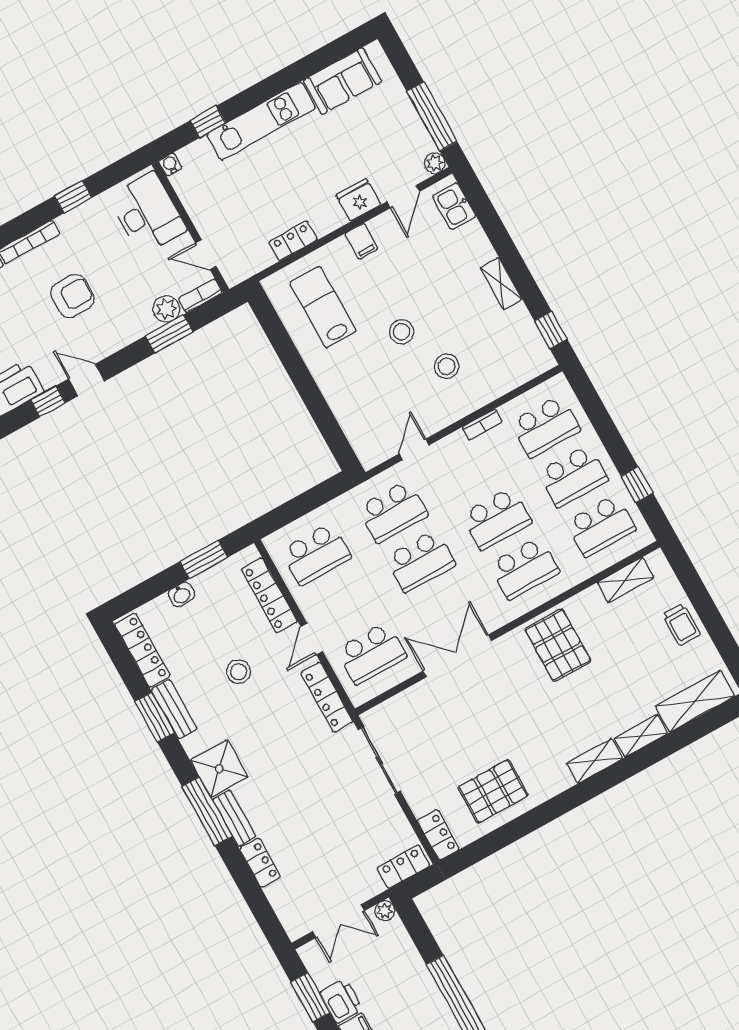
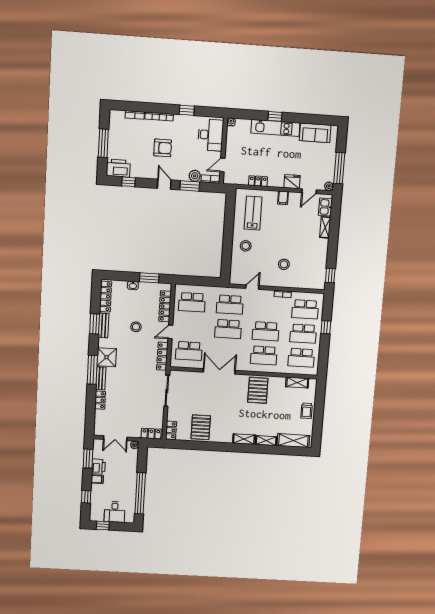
window: (208, 122) -> (275, 116), moved
door: (206, 255) -> (222, 165), hinge flipped
shelving: (501, 284) -> (325, 227), moved
stool: (402, 332) -> (246, 246), moved
door: (86, 380) -> (164, 184), moved
window: (637, 485) -> (326, 327), moved
pallet: (493, 791) -> (201, 427), turned 90

